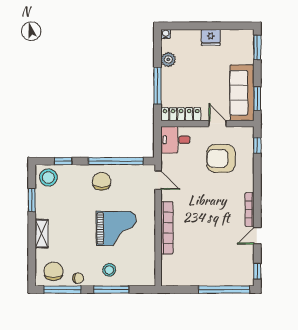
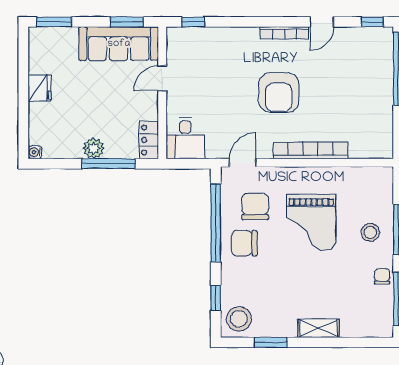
plant: (168, 60) -> (94, 148), moved
locker: (181, 114) -> (149, 140), width x0.66
armchair: (221, 158) -> (279, 92), moved
grand piano: (116, 228) -> (311, 222), turned 180
door: (257, 236) -> (322, 22), hinge flipped
chair: (53, 271) -> (255, 206), moved, turned 90

